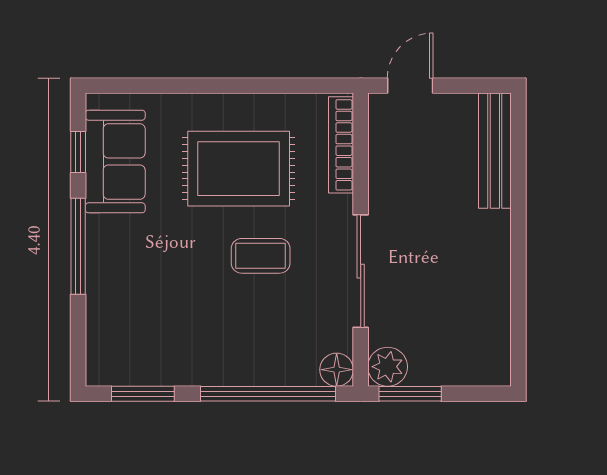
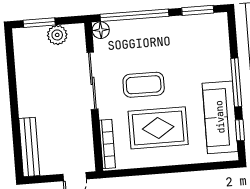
sofa: (115, 162) -> (220, 117), width x1.36
coffee table: (261, 256) -> (144, 85), width x1.36, depth x1.30
plant: (388, 367) -> (57, 35), moved
window: (410, 394) -> (39, 23), moved

